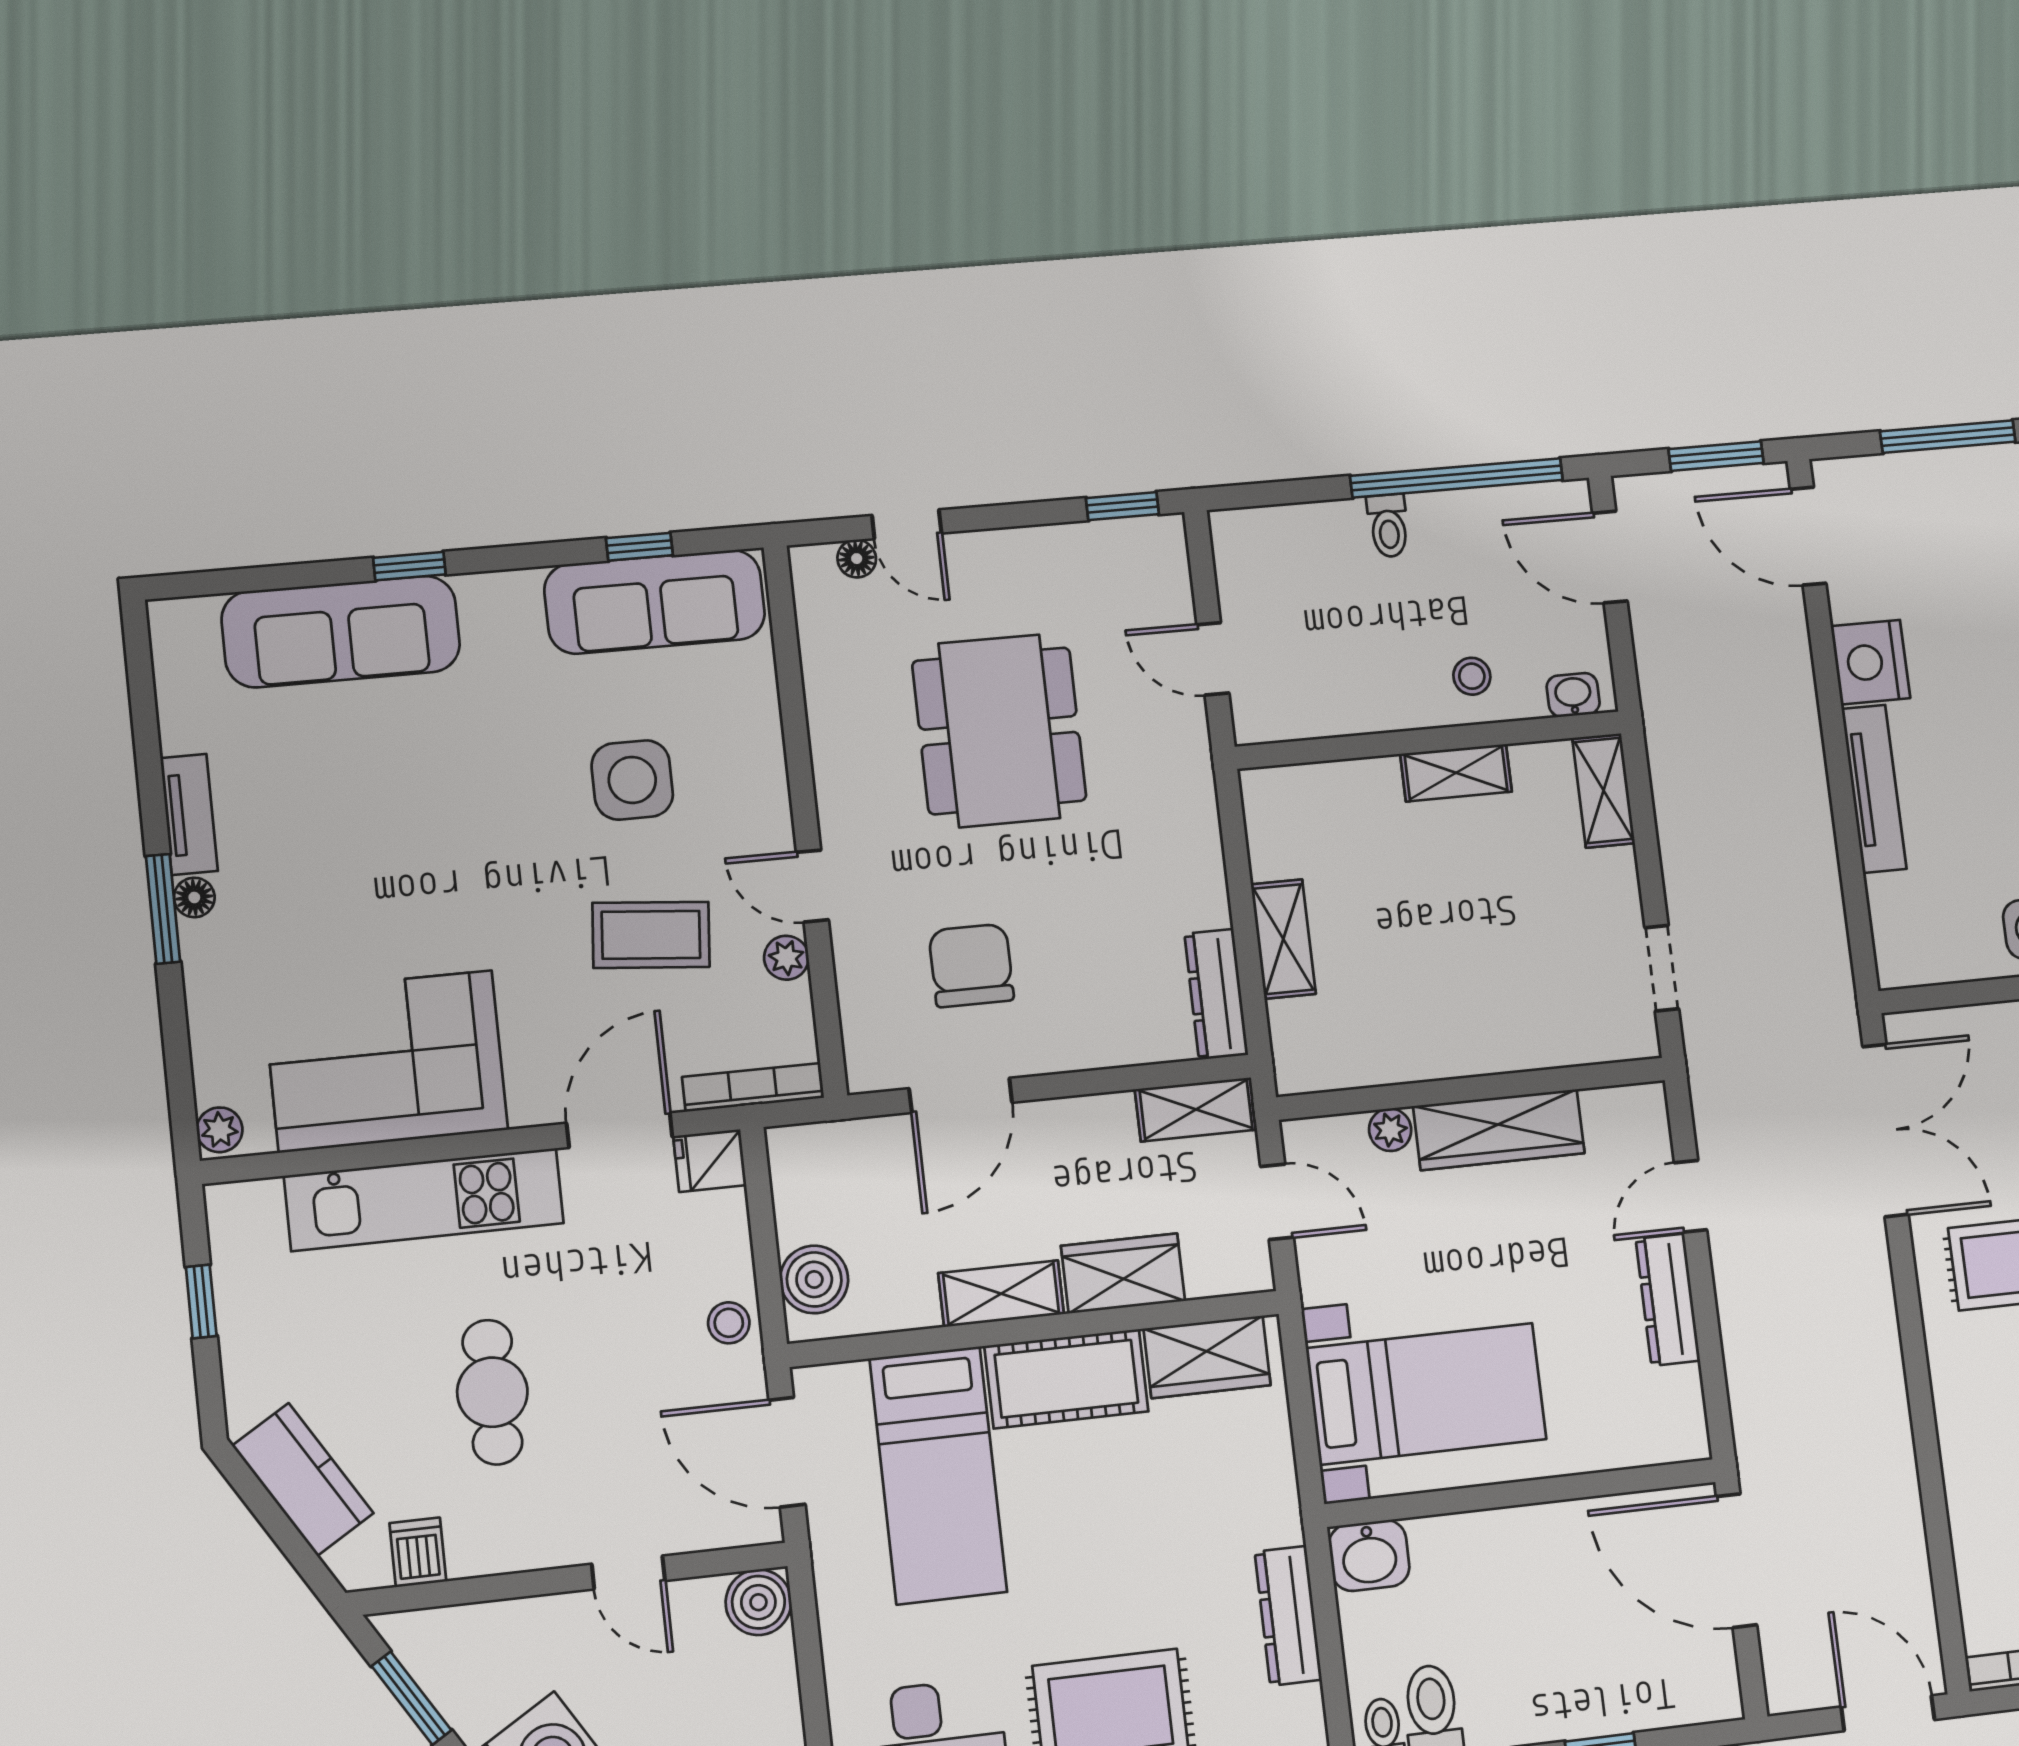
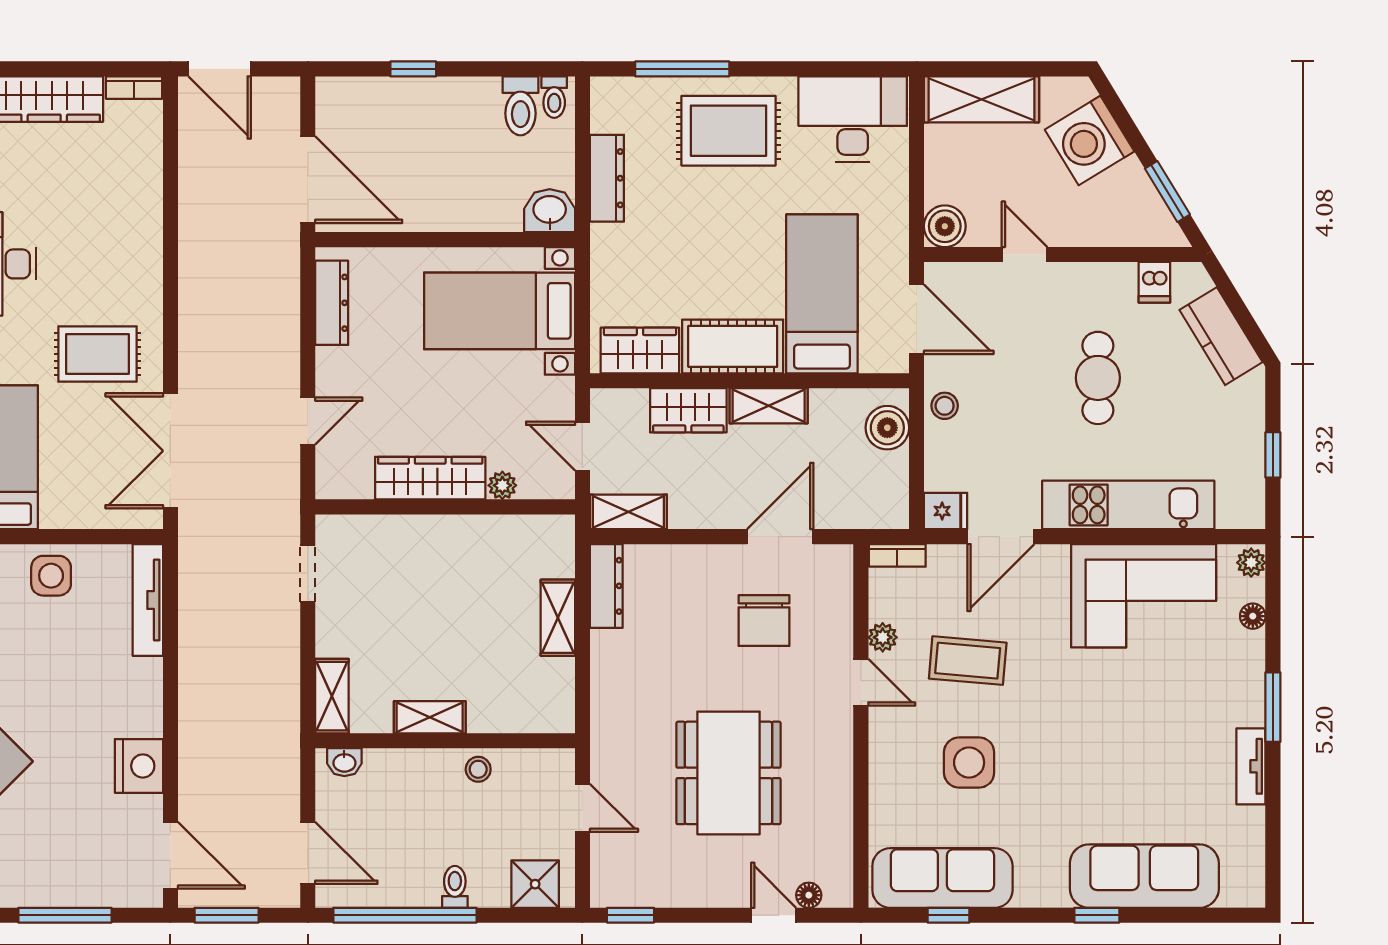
shower: (1270, 540) -> (535, 884), added
stool: (1472, 676) -> (478, 769), moved
tv unit: (1874, 789) -> (148, 600), moved
floor lamp: (194, 897) -> (1253, 616), moved
bookcase: (753, 1087) -> (897, 555), width x0.64
dresser: (1668, 1300) -> (332, 303), moved

